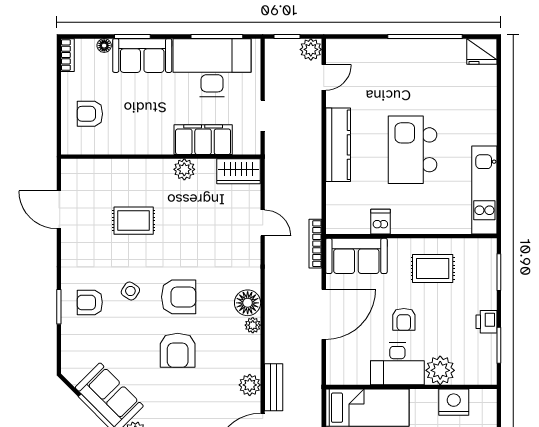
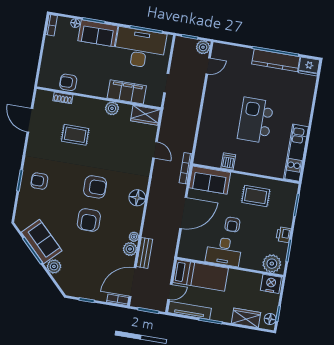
armchair: (90, 114) -> (68, 82), moved
kitchen counter: (338, 145) -> (276, 60), moved, turned 90
shoe rack: (105, 166) -> (63, 98), added
side table: (130, 291) -> (66, 178), removed
plant: (253, 325) -> (134, 237), moved
plant: (440, 370) -> (272, 264), moved
nightstand: (454, 402) -> (271, 284), moved

